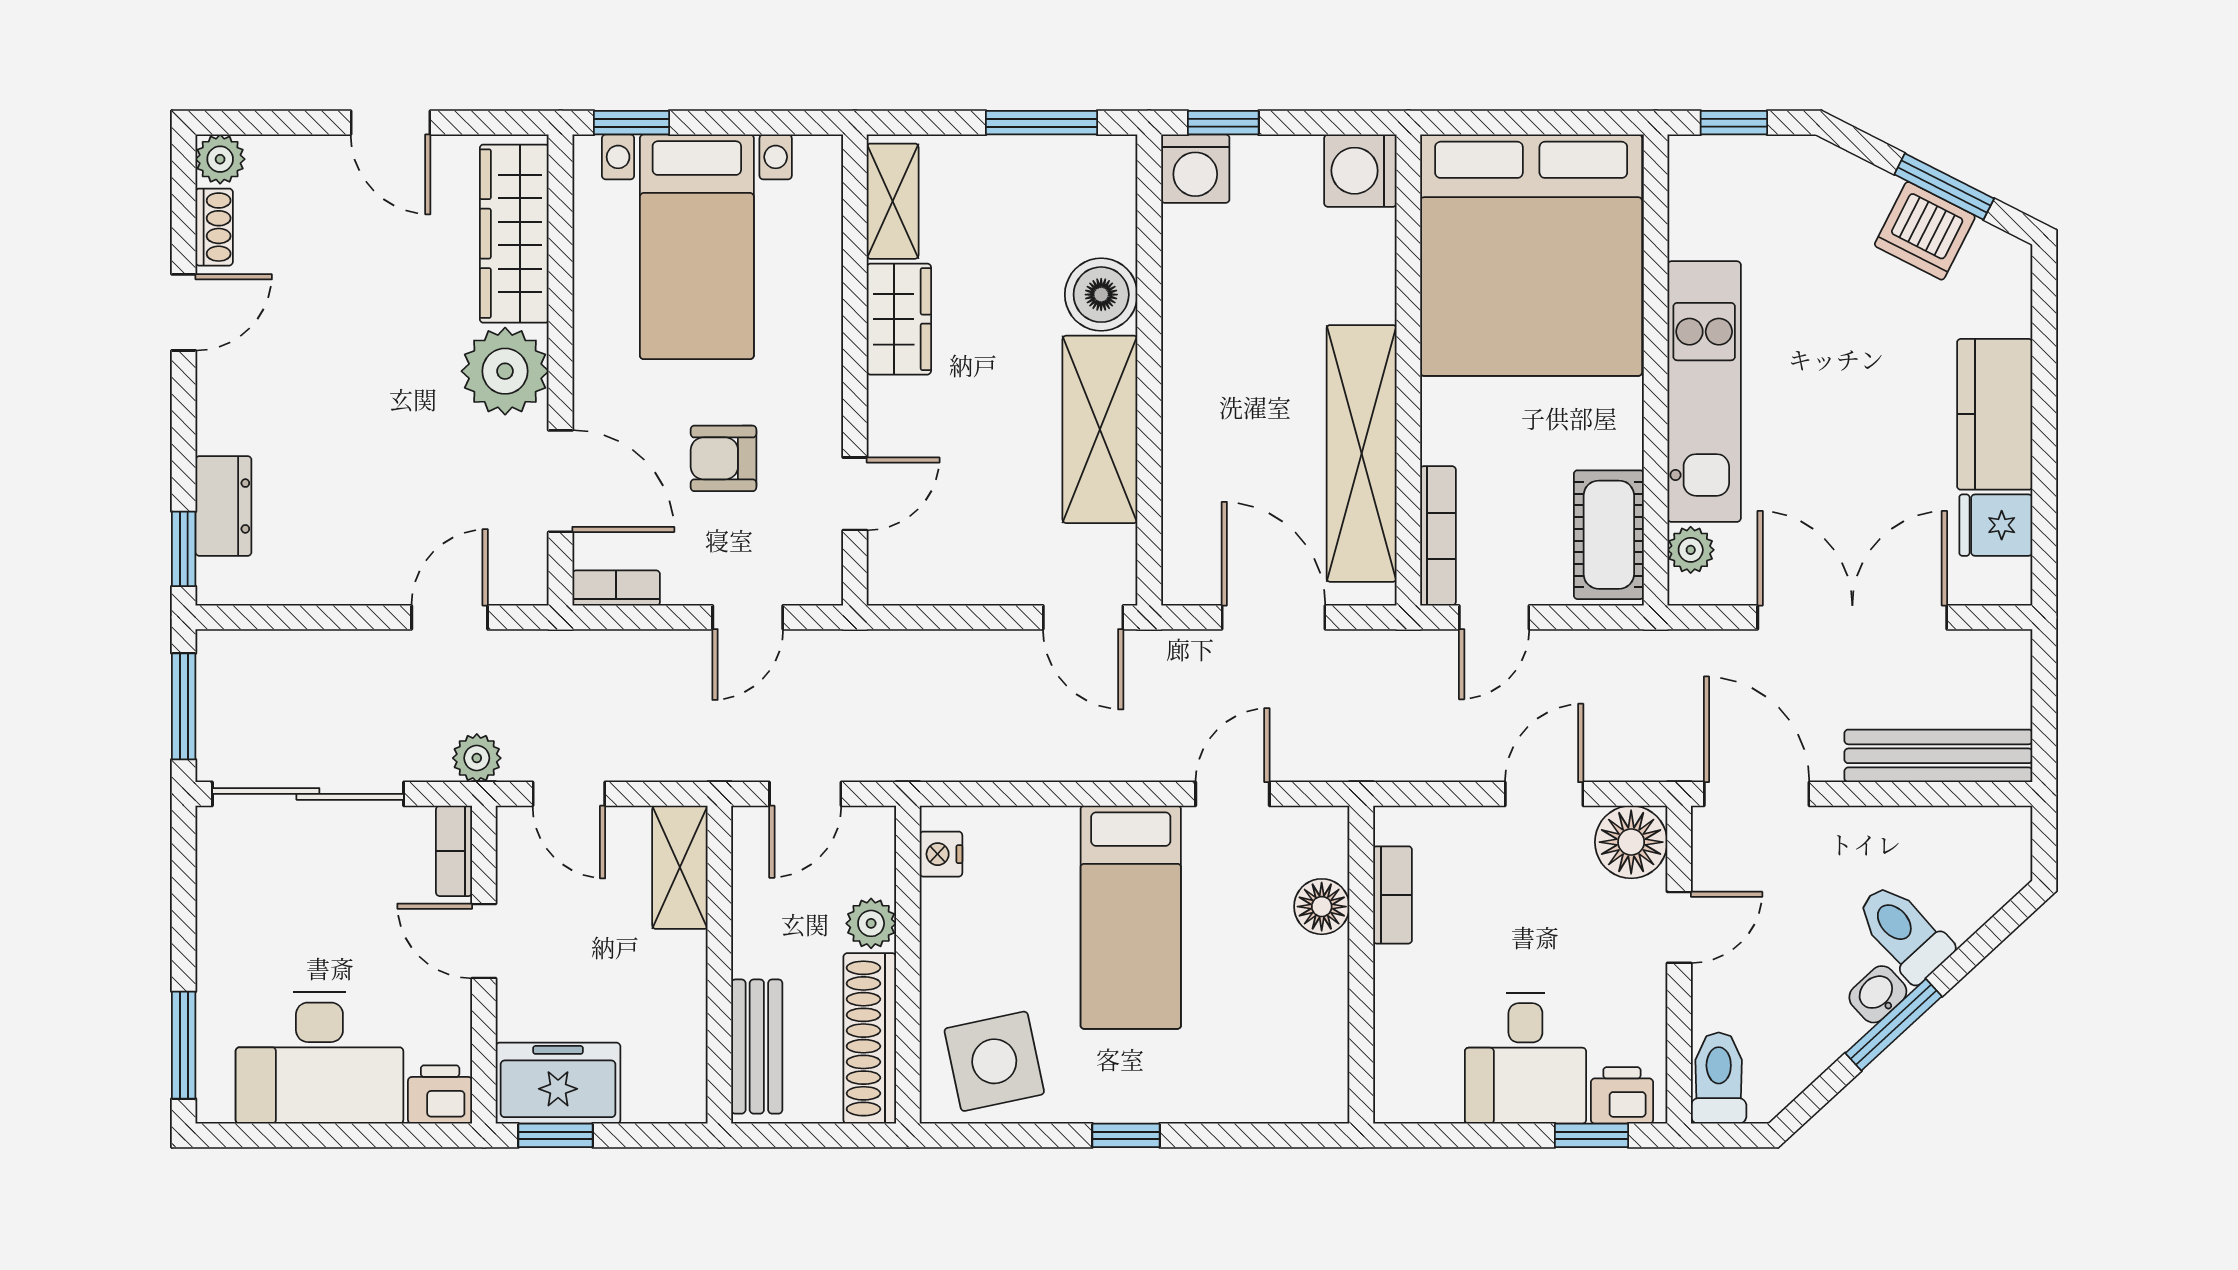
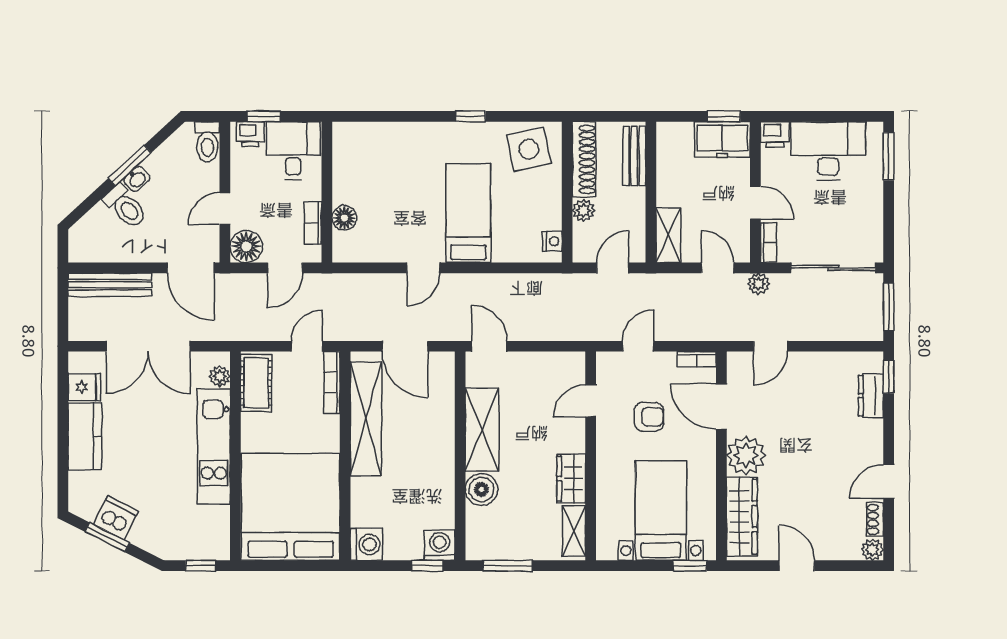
bookcase: (1392, 895) -> (313, 223), moved
floor lamp: (1322, 907) -> (344, 218), moved
wall: (1361, 965) -> (327, 192), moved

